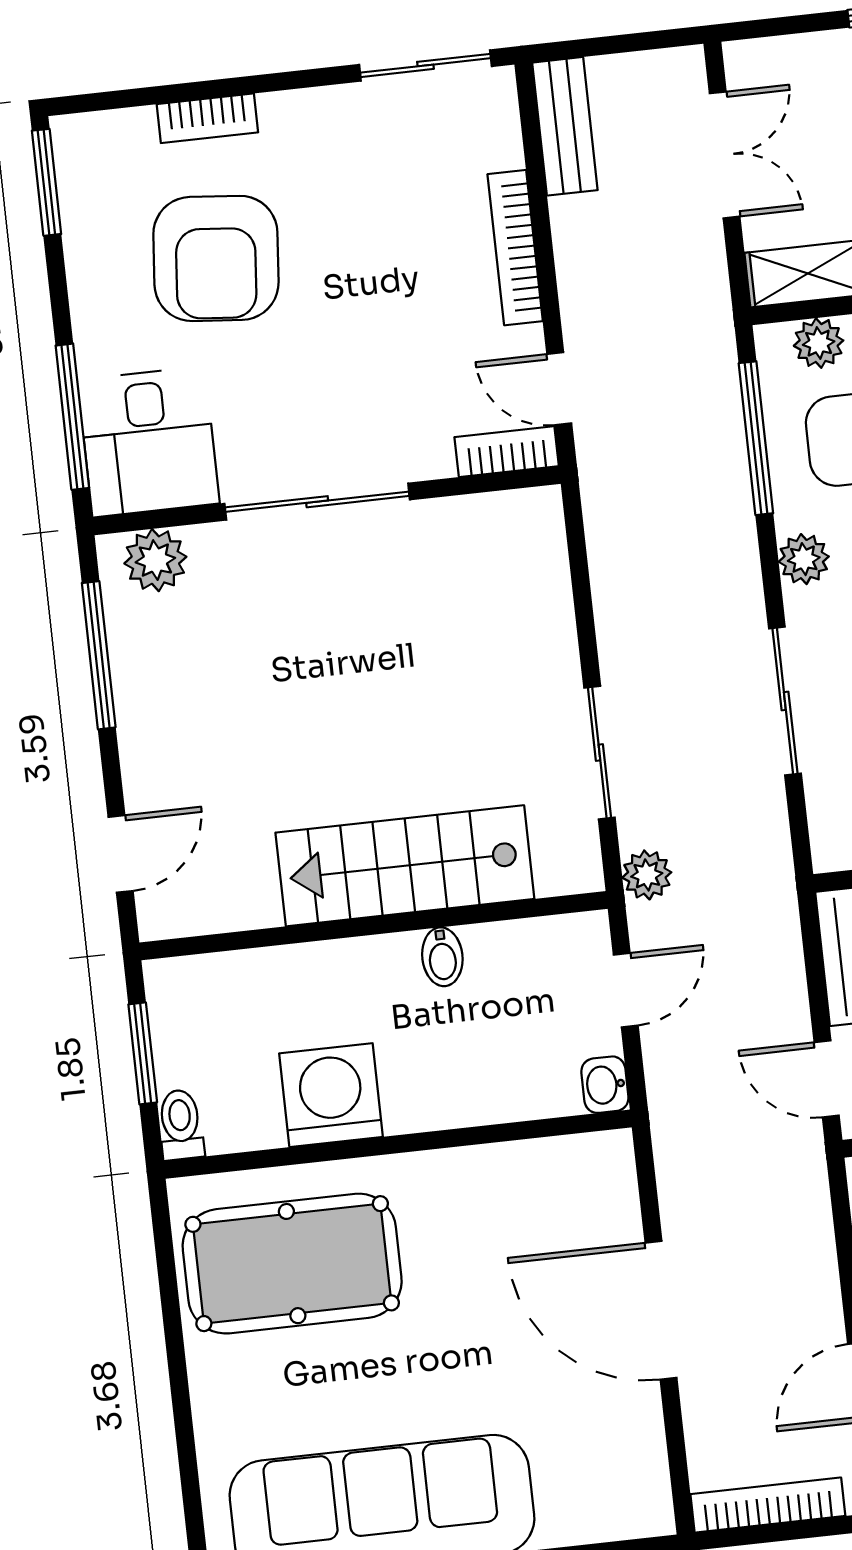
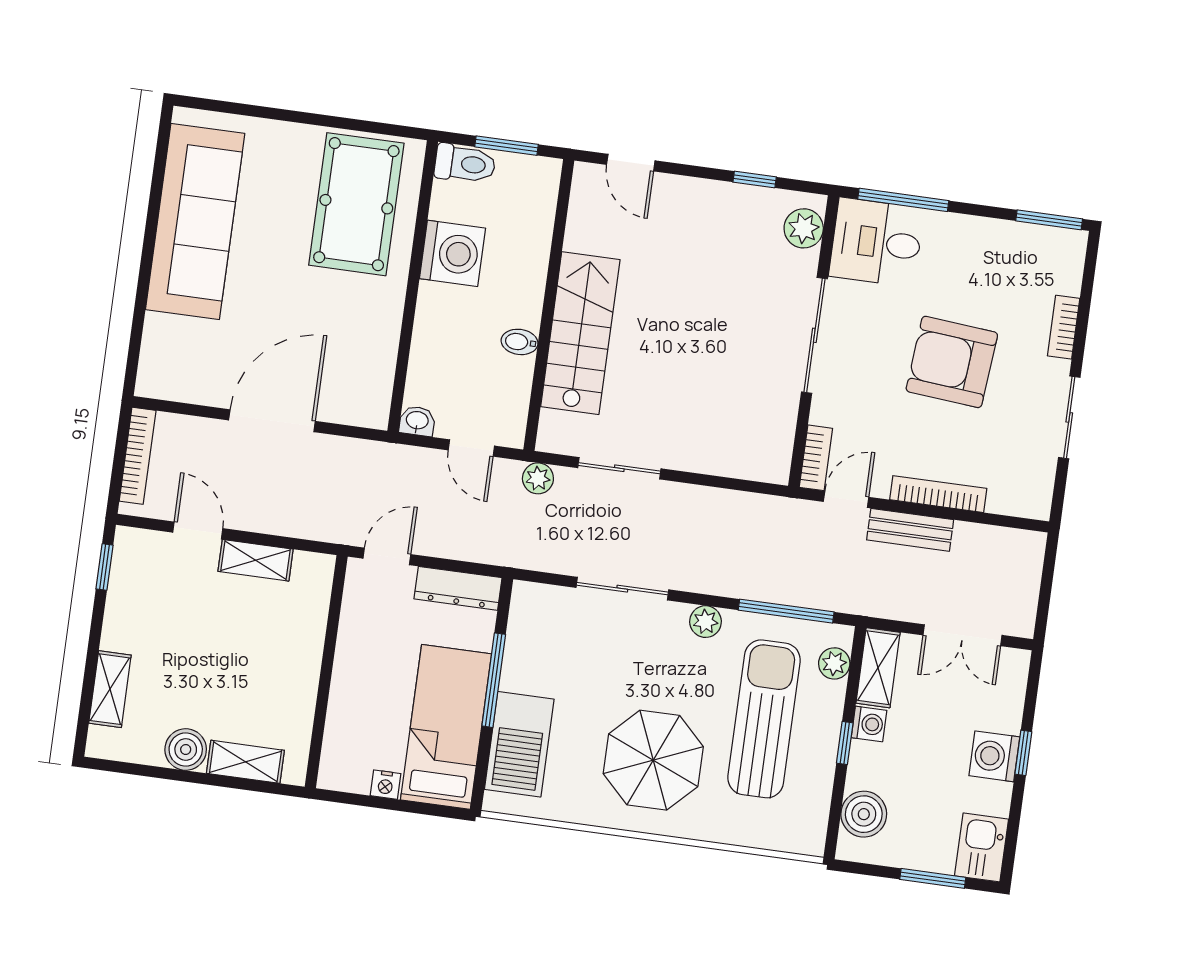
sliding door: (425, 65) -> (1069, 417), moved
bench: (565, 126) -> (910, 530), moved
armchair: (216, 258) -> (952, 362), moved
window: (99, 655) -> (755, 180), width x0.46
toilet: (181, 1125) -> (465, 164), width x1.37, depth x1.39

